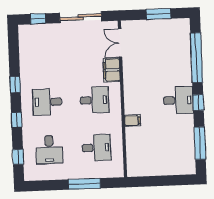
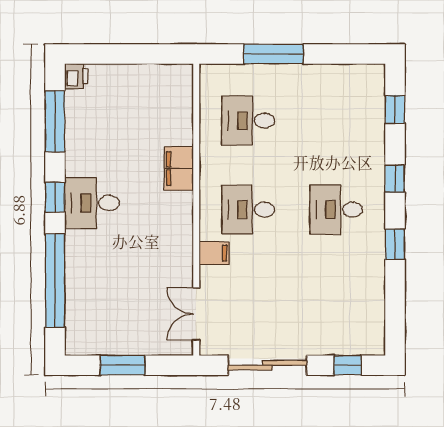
double door: (120, 43) -> (196, 314), swing flipped
filing cabinet: (112, 70) -> (214, 253), width x0.50
desk: (47, 102) -> (336, 210), turned 180
filing cabinet: (133, 121) -> (179, 168), width x2.00
desk: (49, 150) -> (336, 121), removed
printer: (190, 168) -> (76, 76), added

